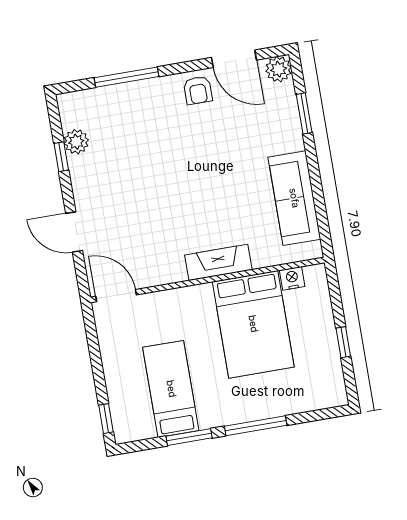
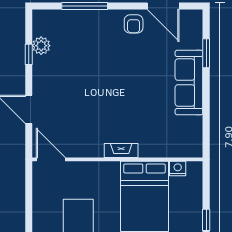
plant: (279, 69) -> (193, 19), removed
sofa: (294, 198) -> (189, 83), moved
fireplace: (218, 262) -> (121, 151), width x0.73, depth x0.76

